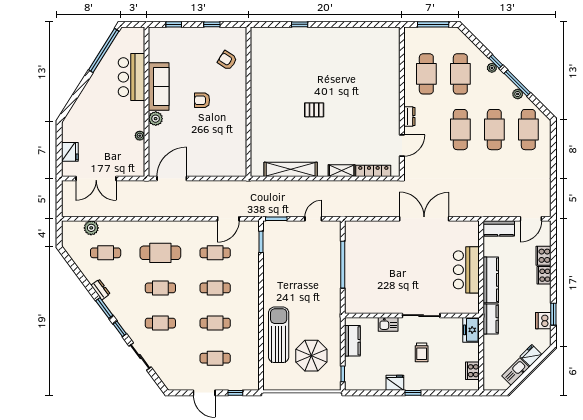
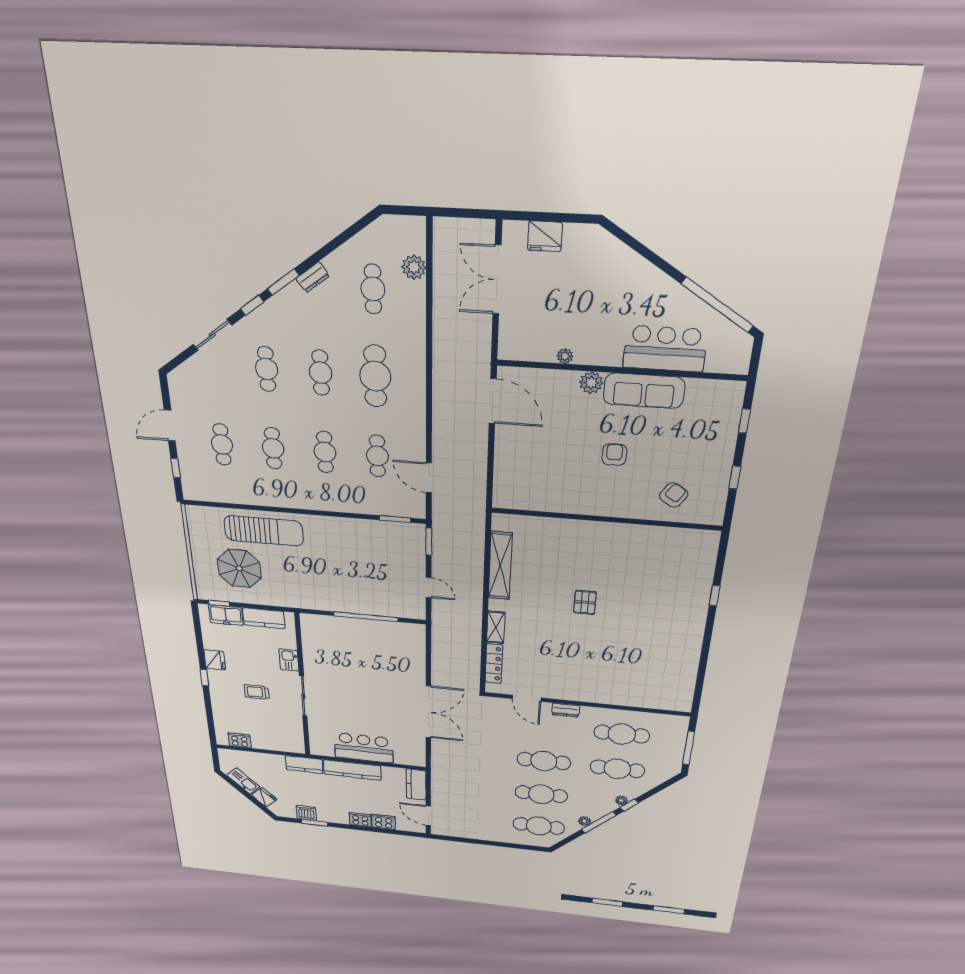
freezer: (471, 330) -> (226, 615), moved, turned 180

